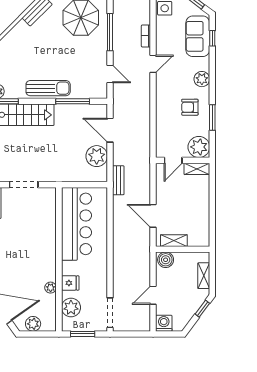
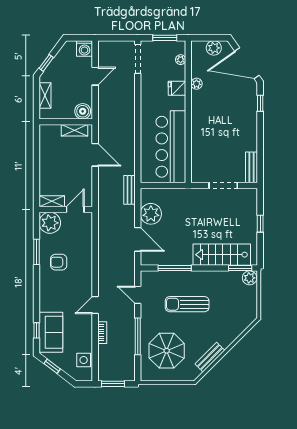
plant: (202, 79) -> (47, 290), removed
sun lounger: (48, 88) -> (187, 304), moved
armchair: (190, 107) -> (59, 262), turned 180
plant: (71, 308) -> (181, 60), width x0.53, depth x0.53

